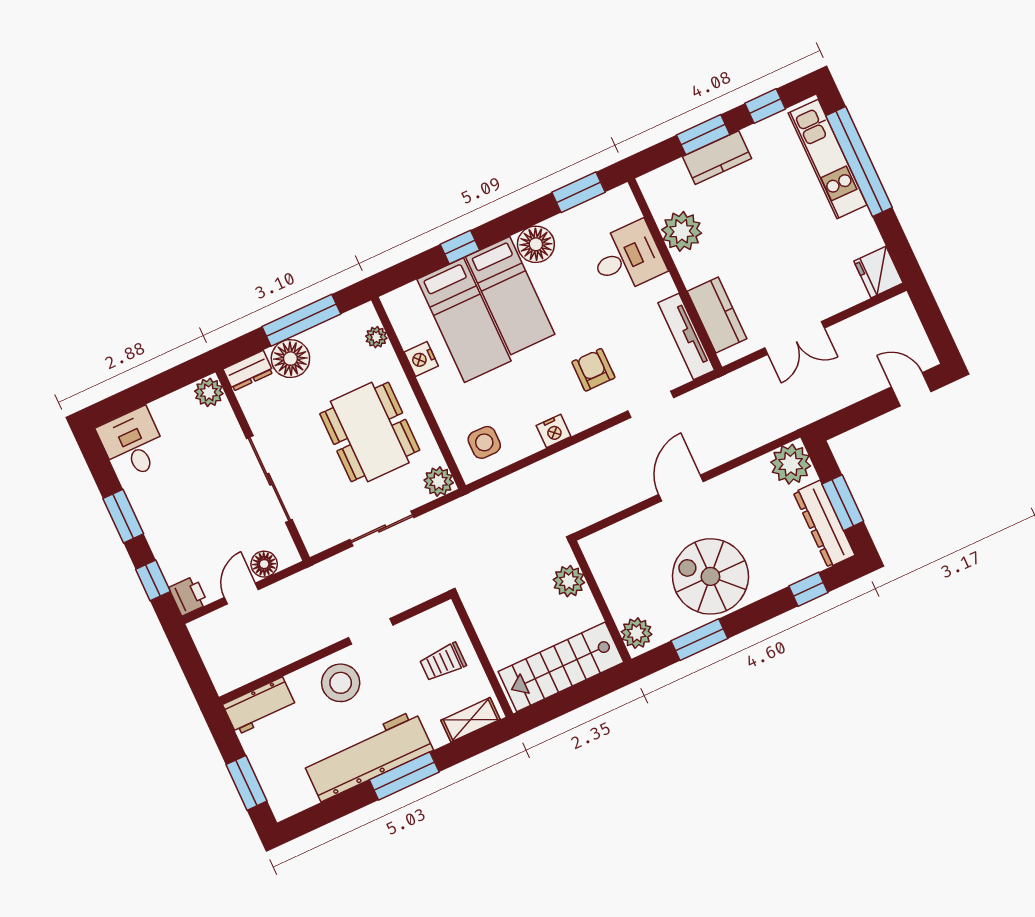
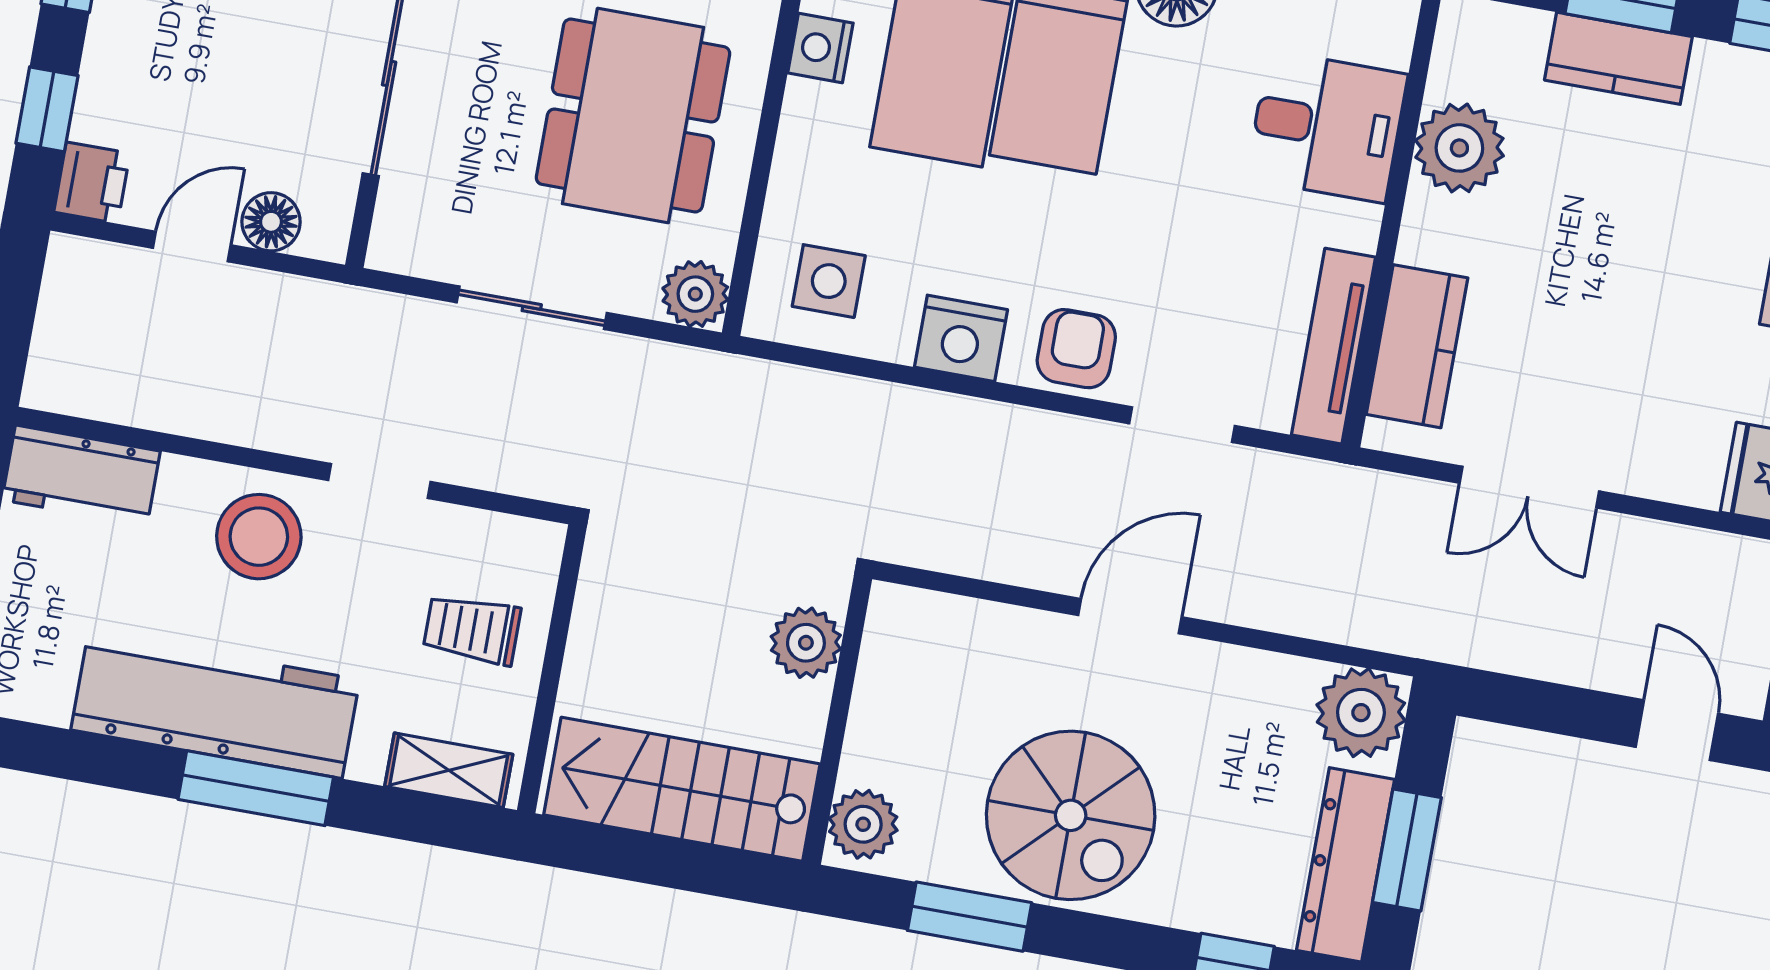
armchair: (593, 370) -> (1076, 349), moved
nightstand: (554, 431) -> (961, 338), width x1.36, depth x1.33
spiral stairs: (710, 576) -> (1071, 815), turned 180

